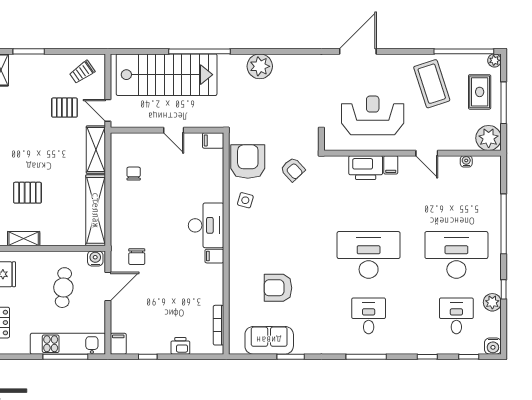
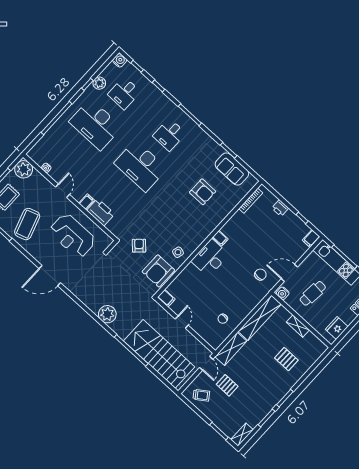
shelving: (24, 239) -> (298, 326), moved

